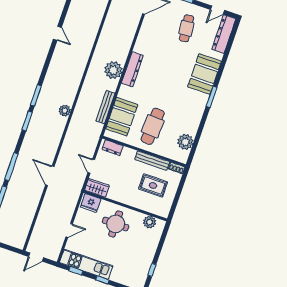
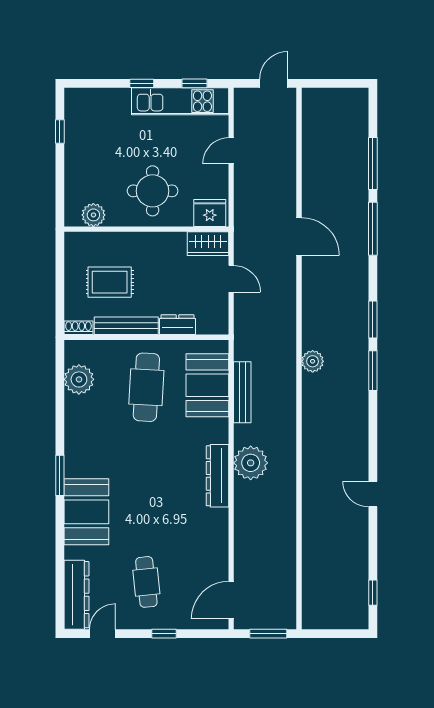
dresser: (113, 148) -> (178, 325), moved

